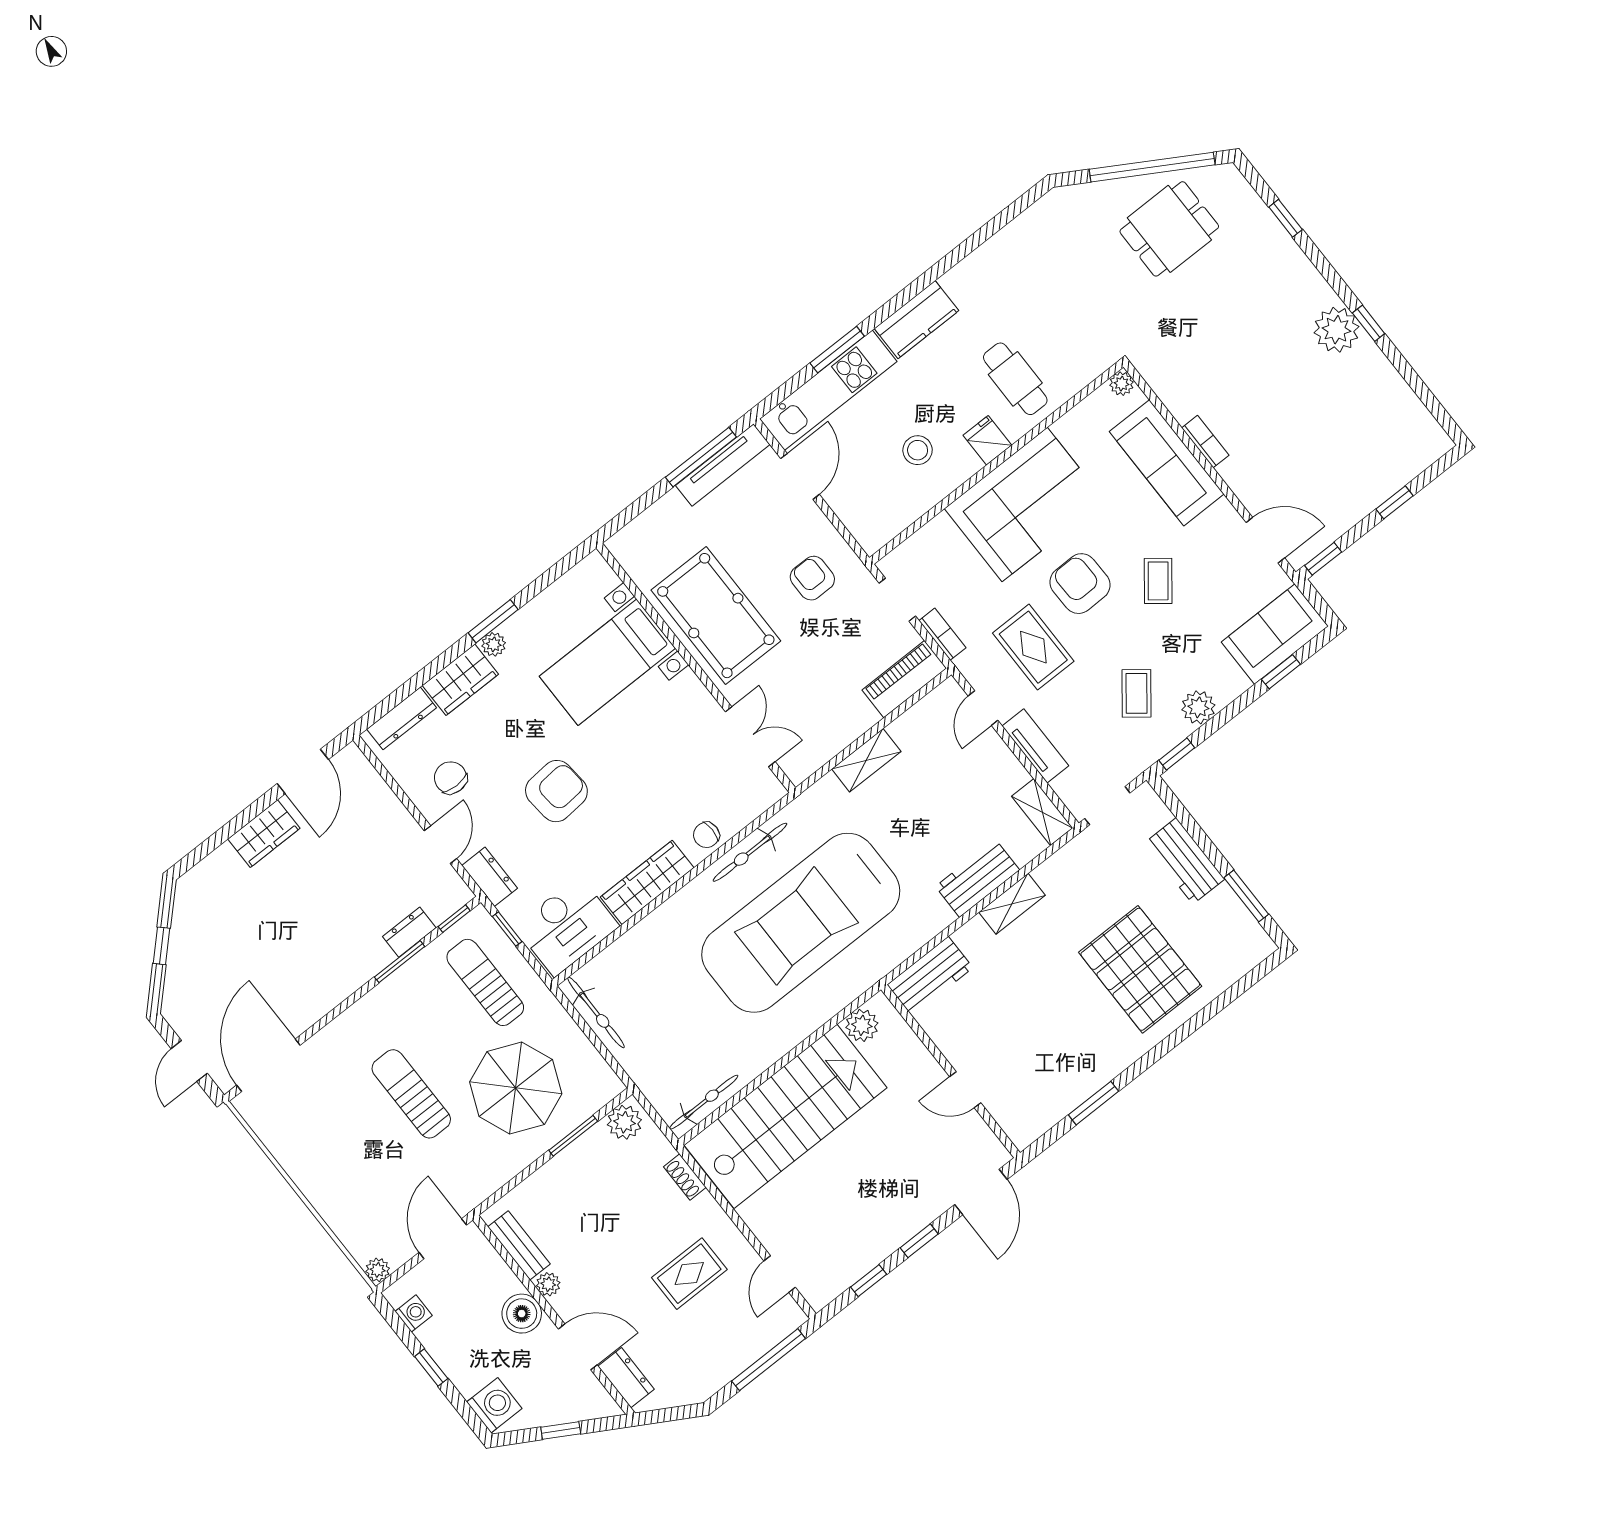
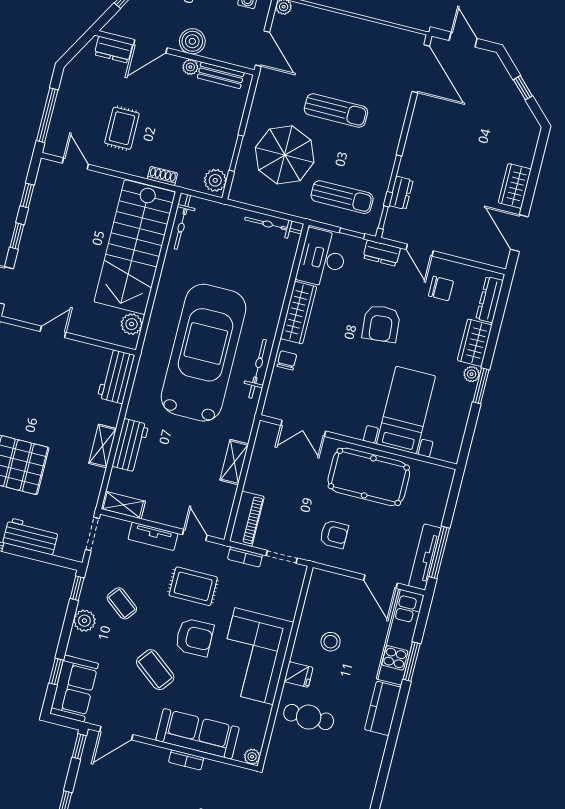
coffee table: (1158, 581) -> (155, 670), width x1.36, depth x1.30

